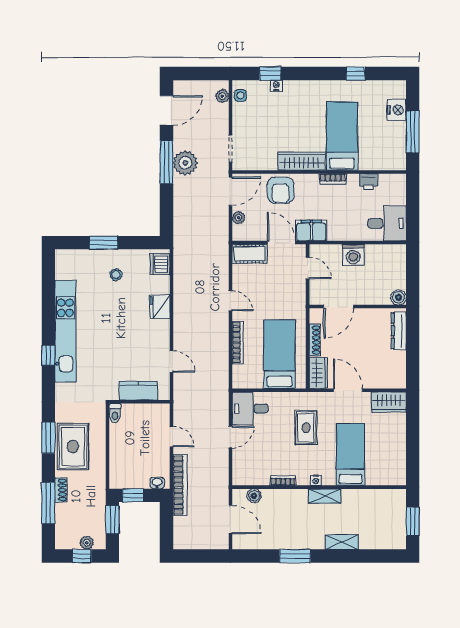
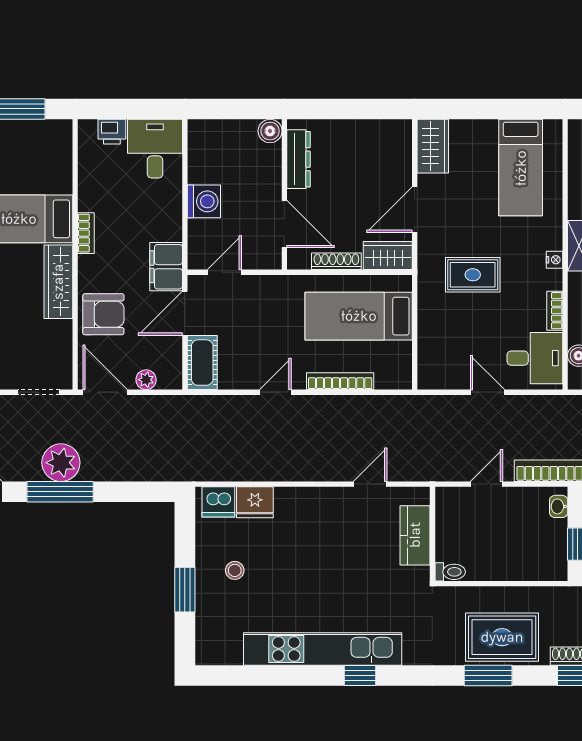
printer: (369, 182) -> (112, 132), moved, turned 90
fridge: (160, 307) -> (255, 502), moved
dresser: (399, 331) -> (299, 159), moved, turned -90
desk: (250, 408) -> (535, 358), moved, turned -90
bed: (350, 454) -> (521, 168), moved, turned -90

